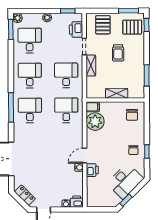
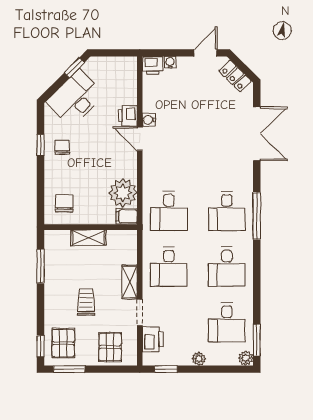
pallet: (132, 27) -> (63, 343), turned 90
door: (85, 156) -> (140, 139), swing flipped

